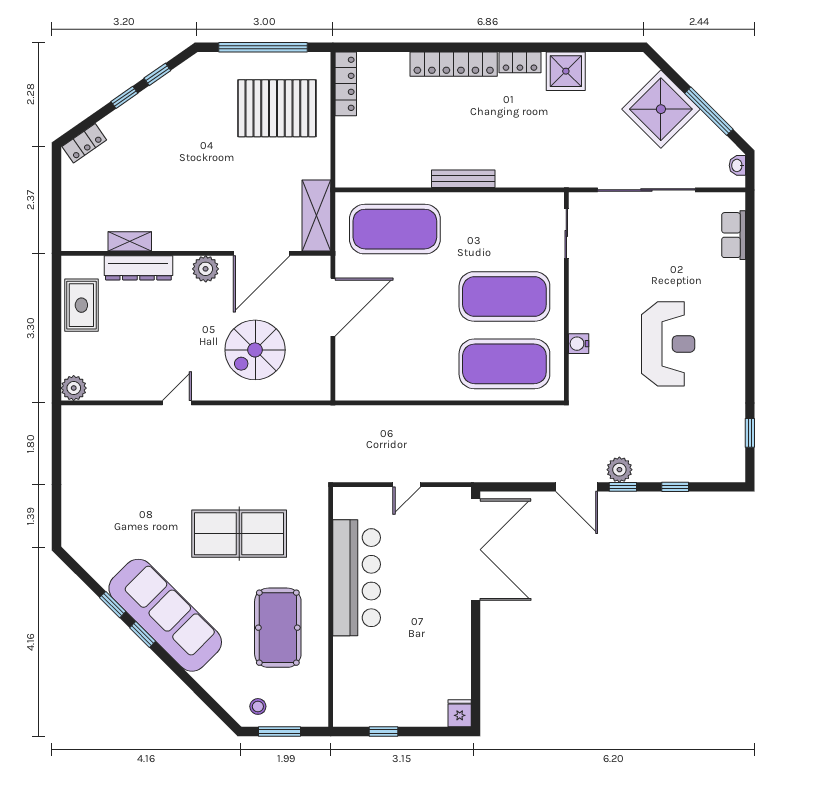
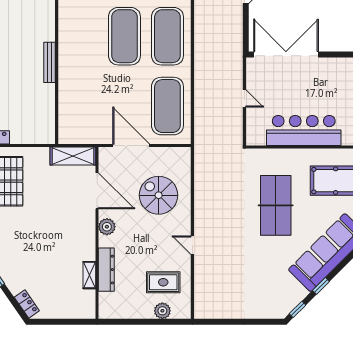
exercise mat: (395, 229) -> (167, 106), moved
rug: (81, 305) -> (163, 282), moved
spiral stairs: (255, 350) -> (159, 195), turned 180
plant: (74, 388) -> (162, 311), moved
window: (143, 635) -> (298, 309), moved

